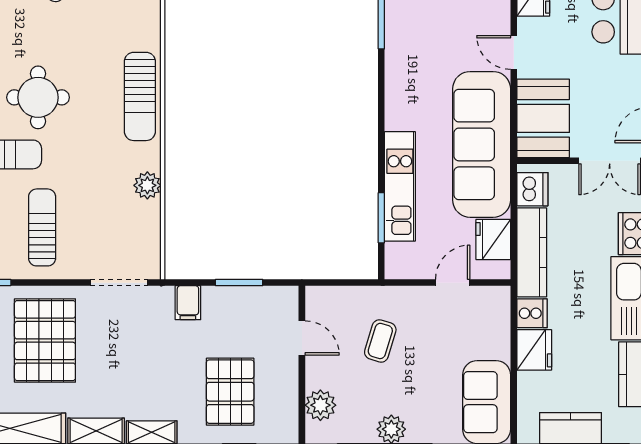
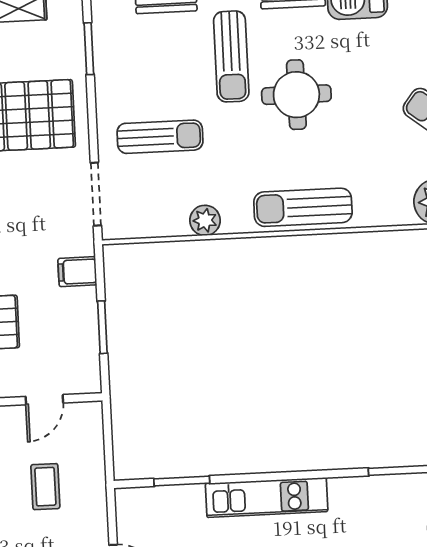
kitchen unit: (400, 186) -> (267, 498), moved
sun lounger: (42, 227) -> (160, 137), moved
coffee table: (380, 341) -> (45, 487), turned 73

